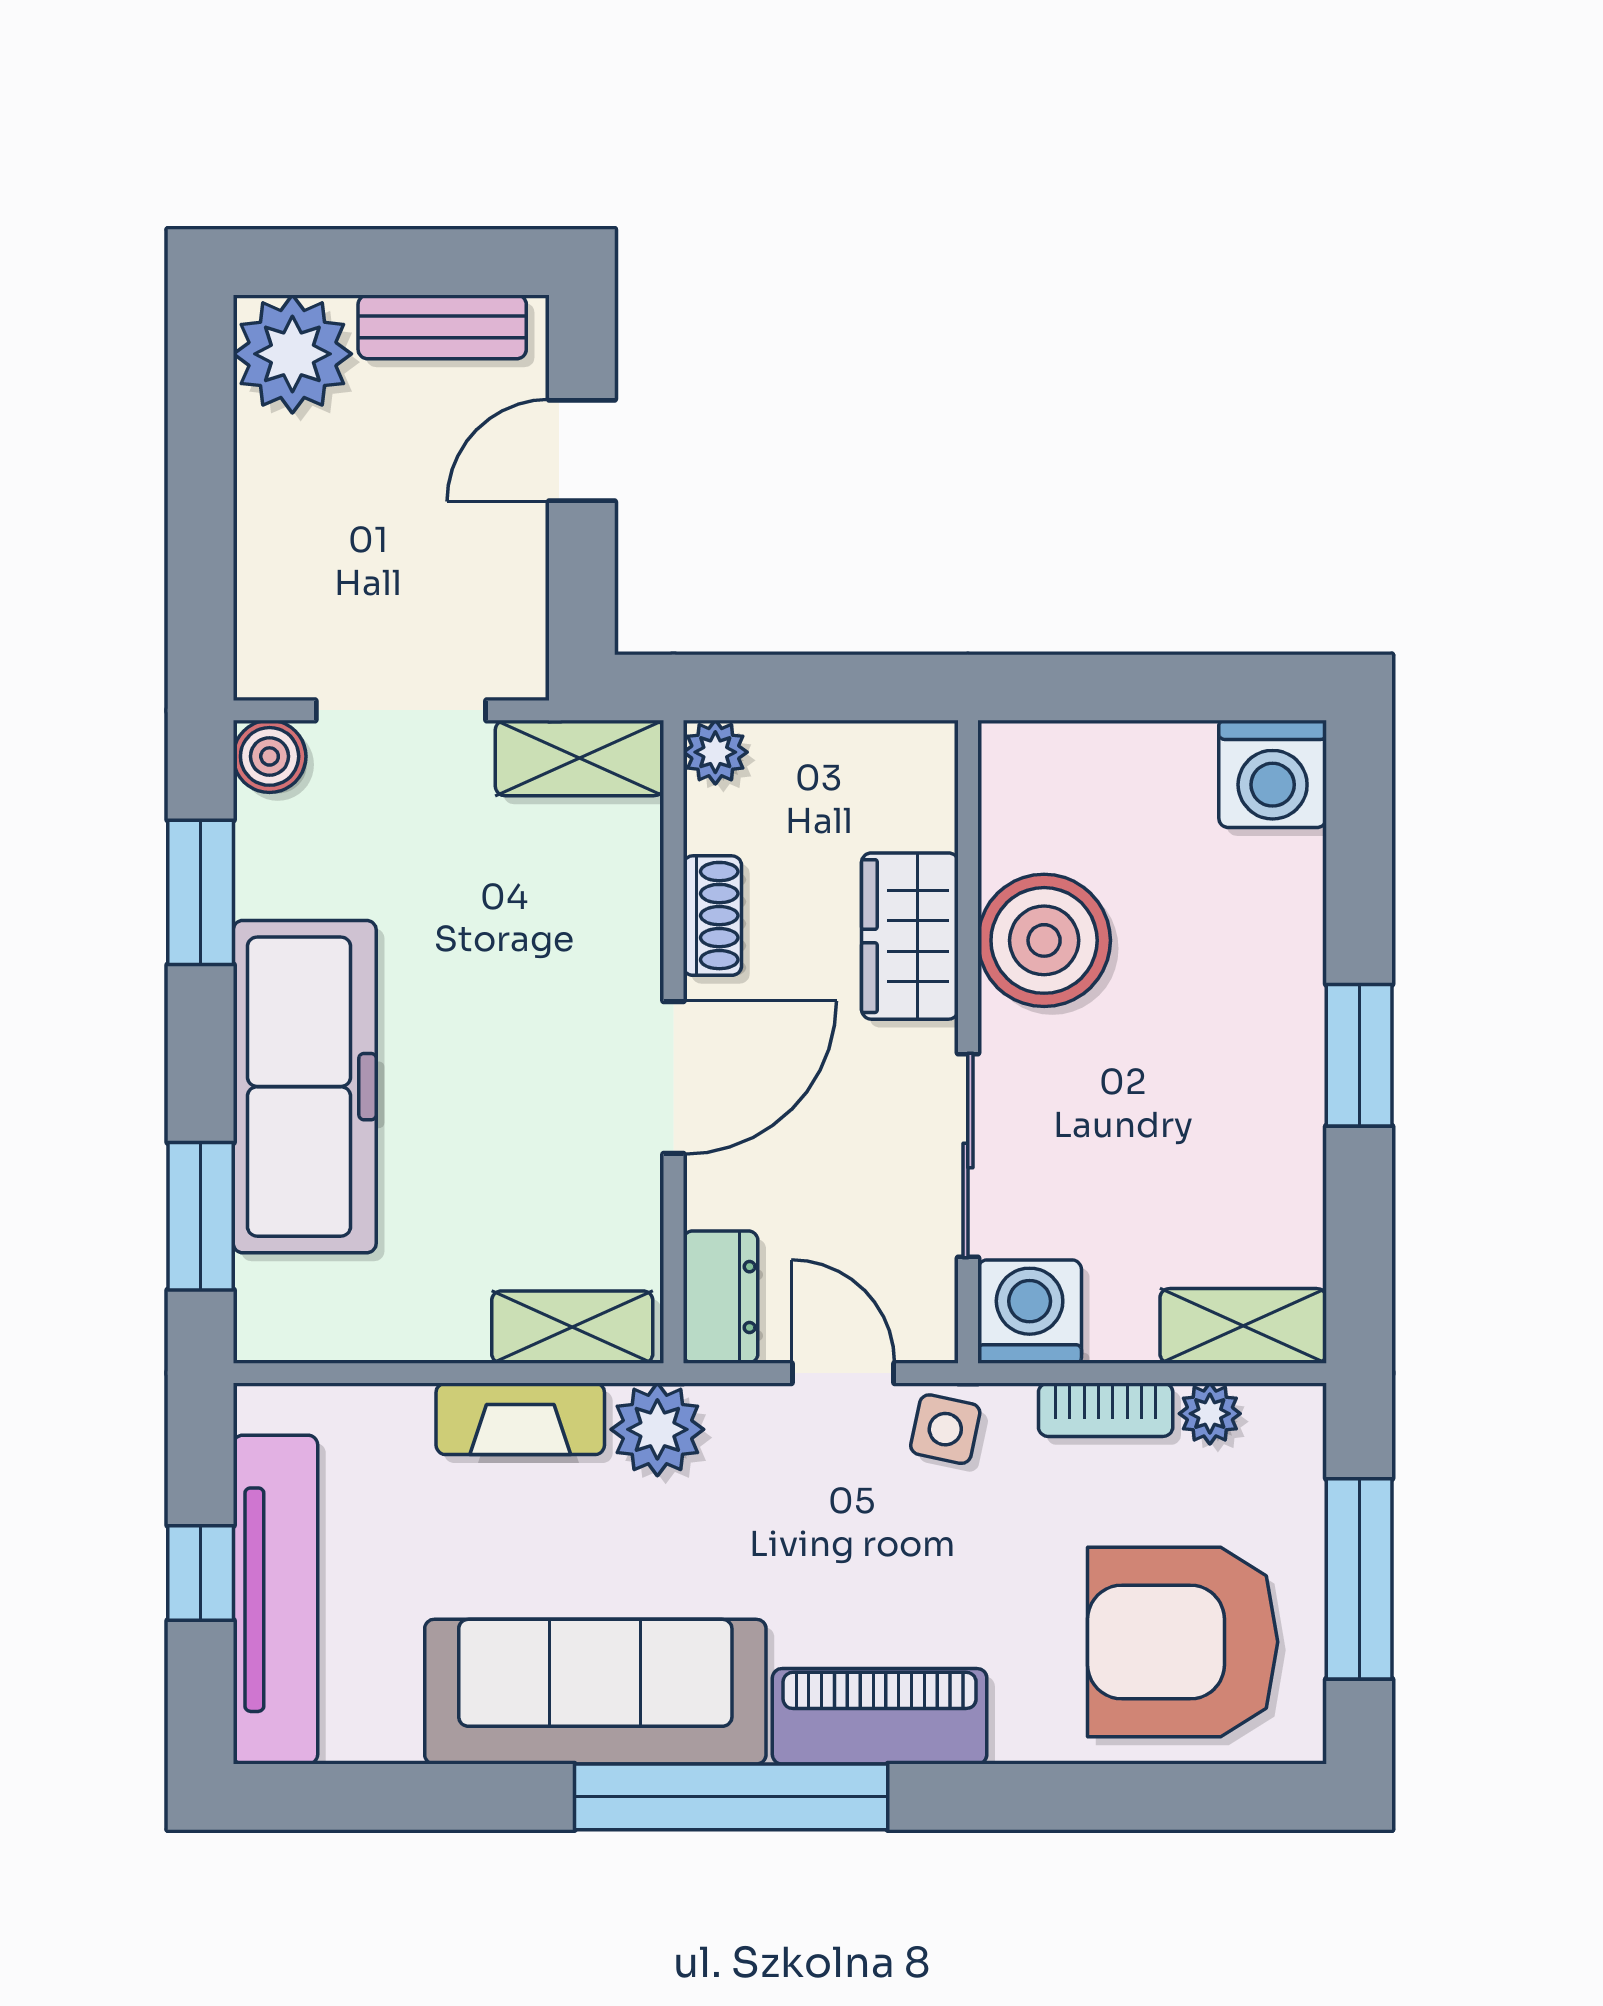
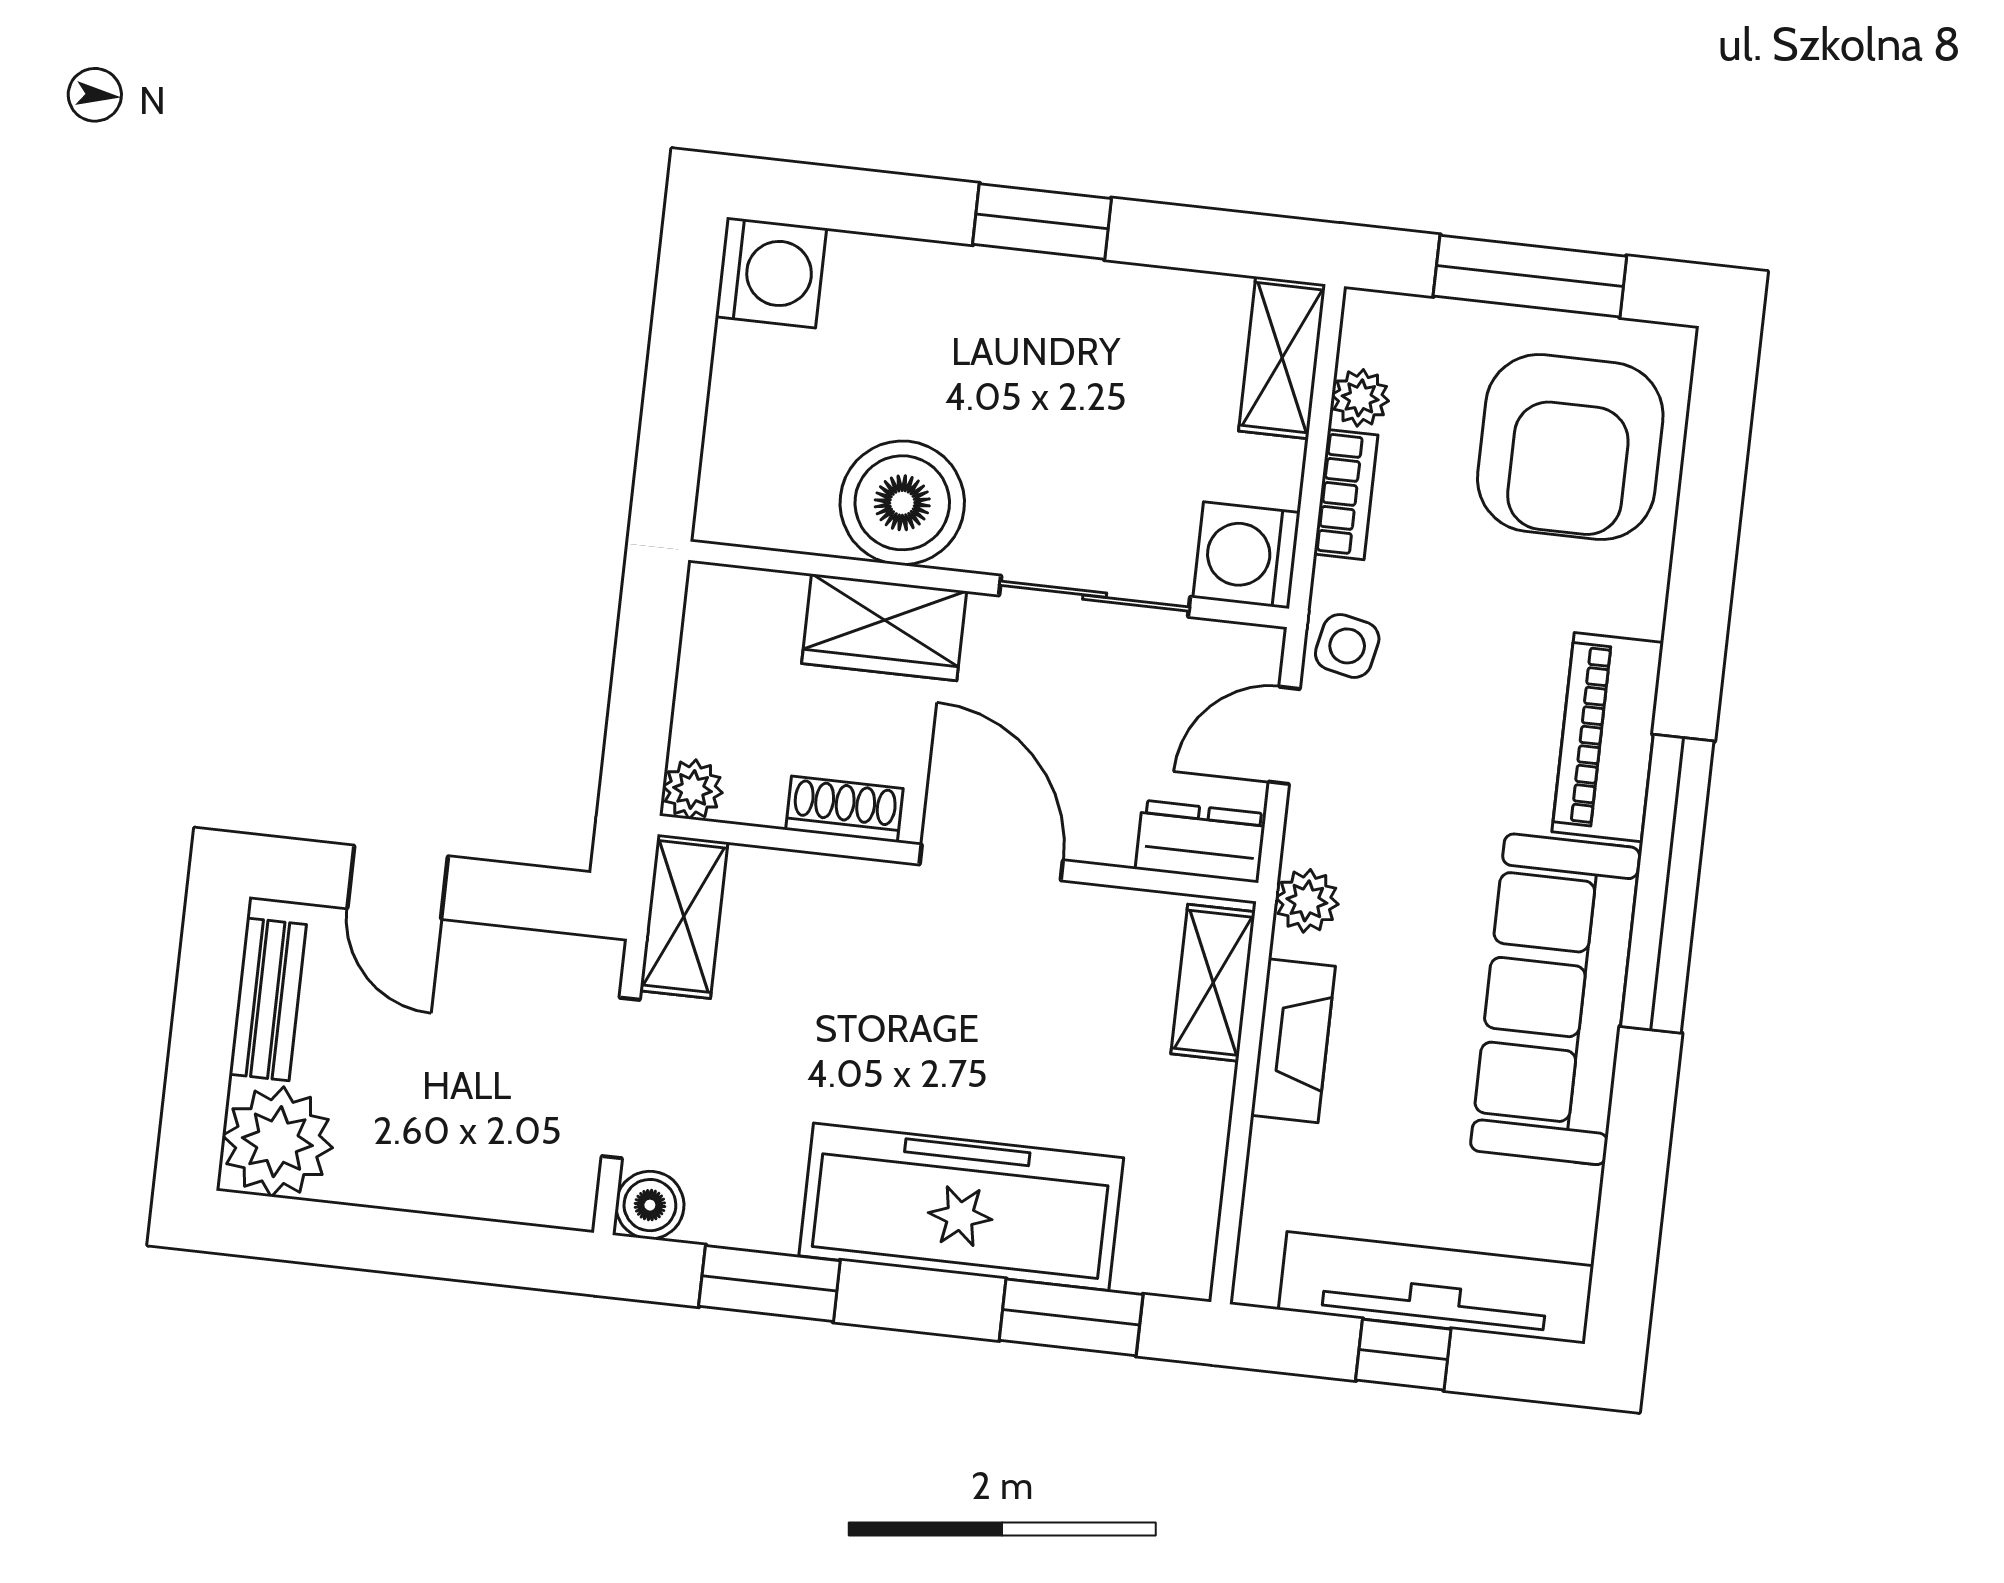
plant: (657, 1429) -> (1307, 901), width x0.73, depth x0.73

